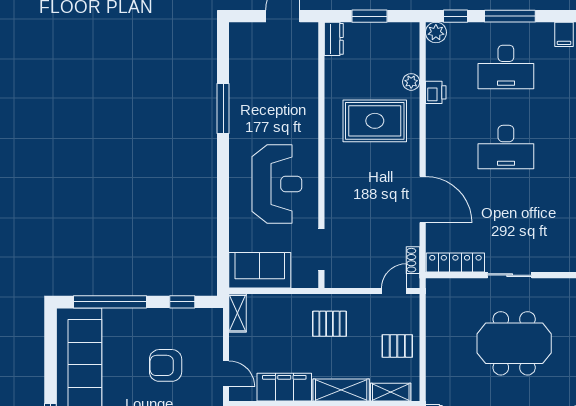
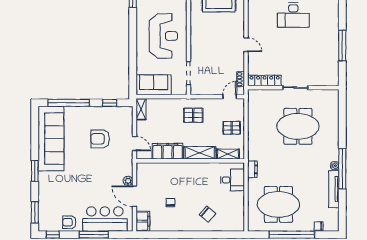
door: (423, 199) -> (246, 45), width x0.53

